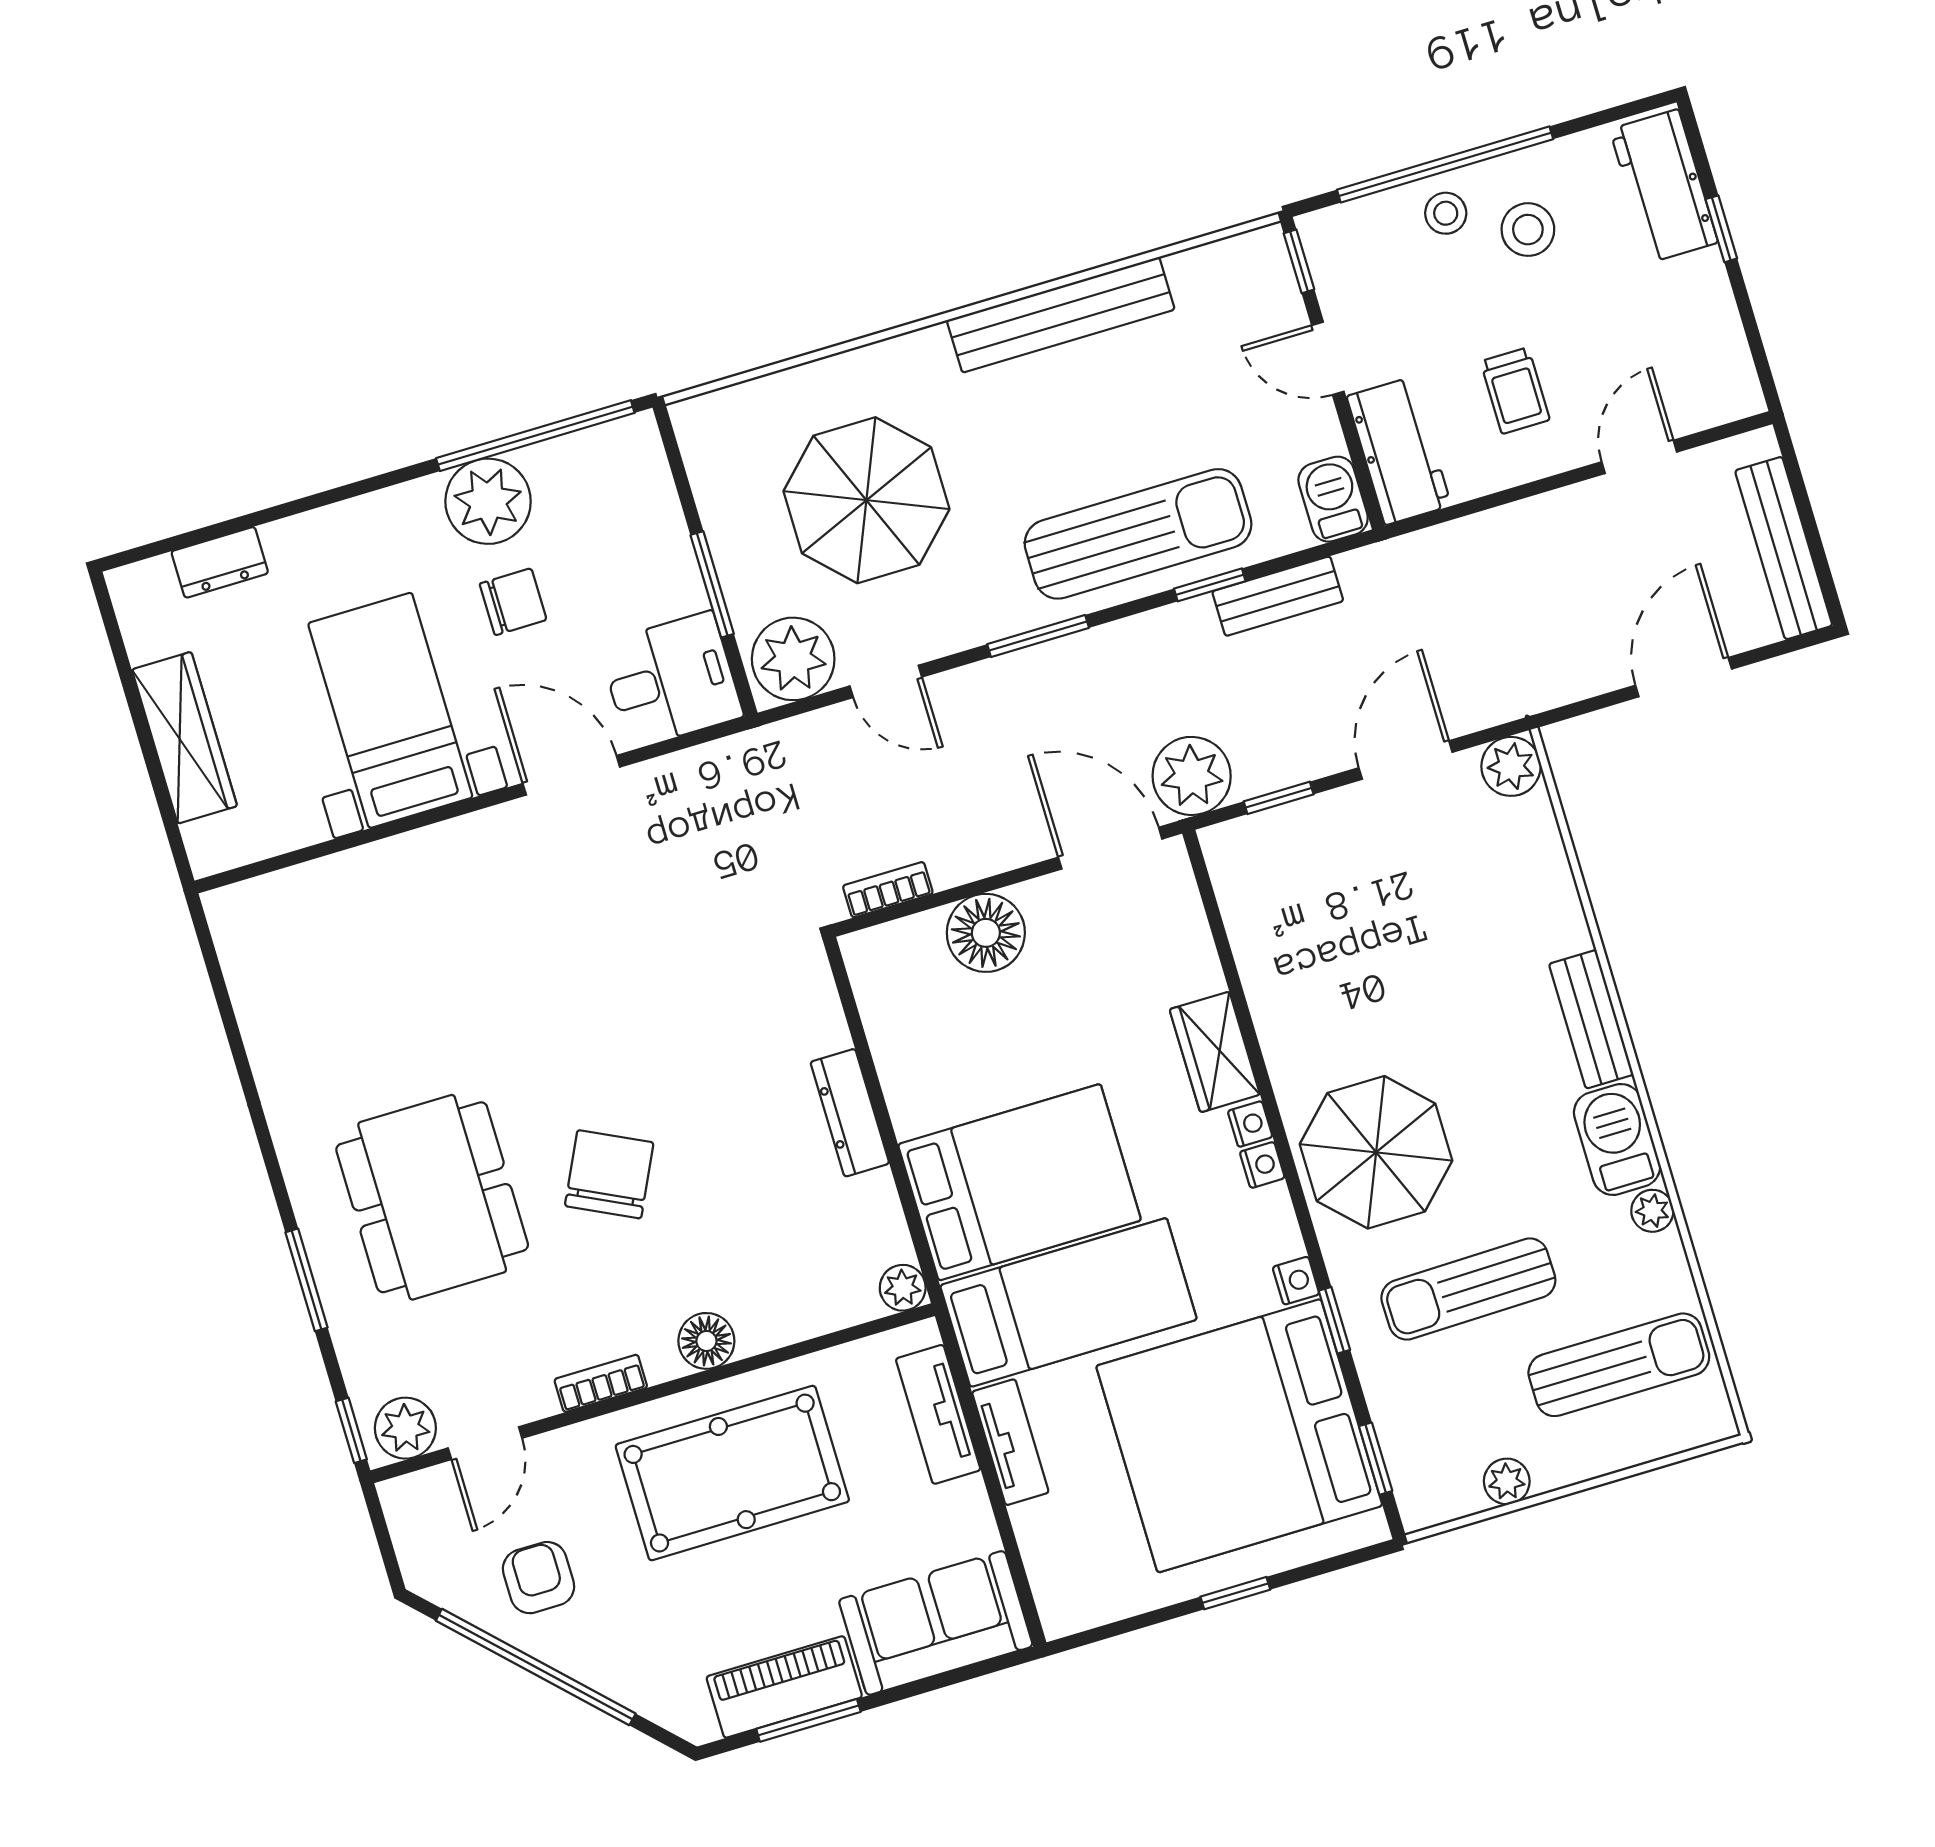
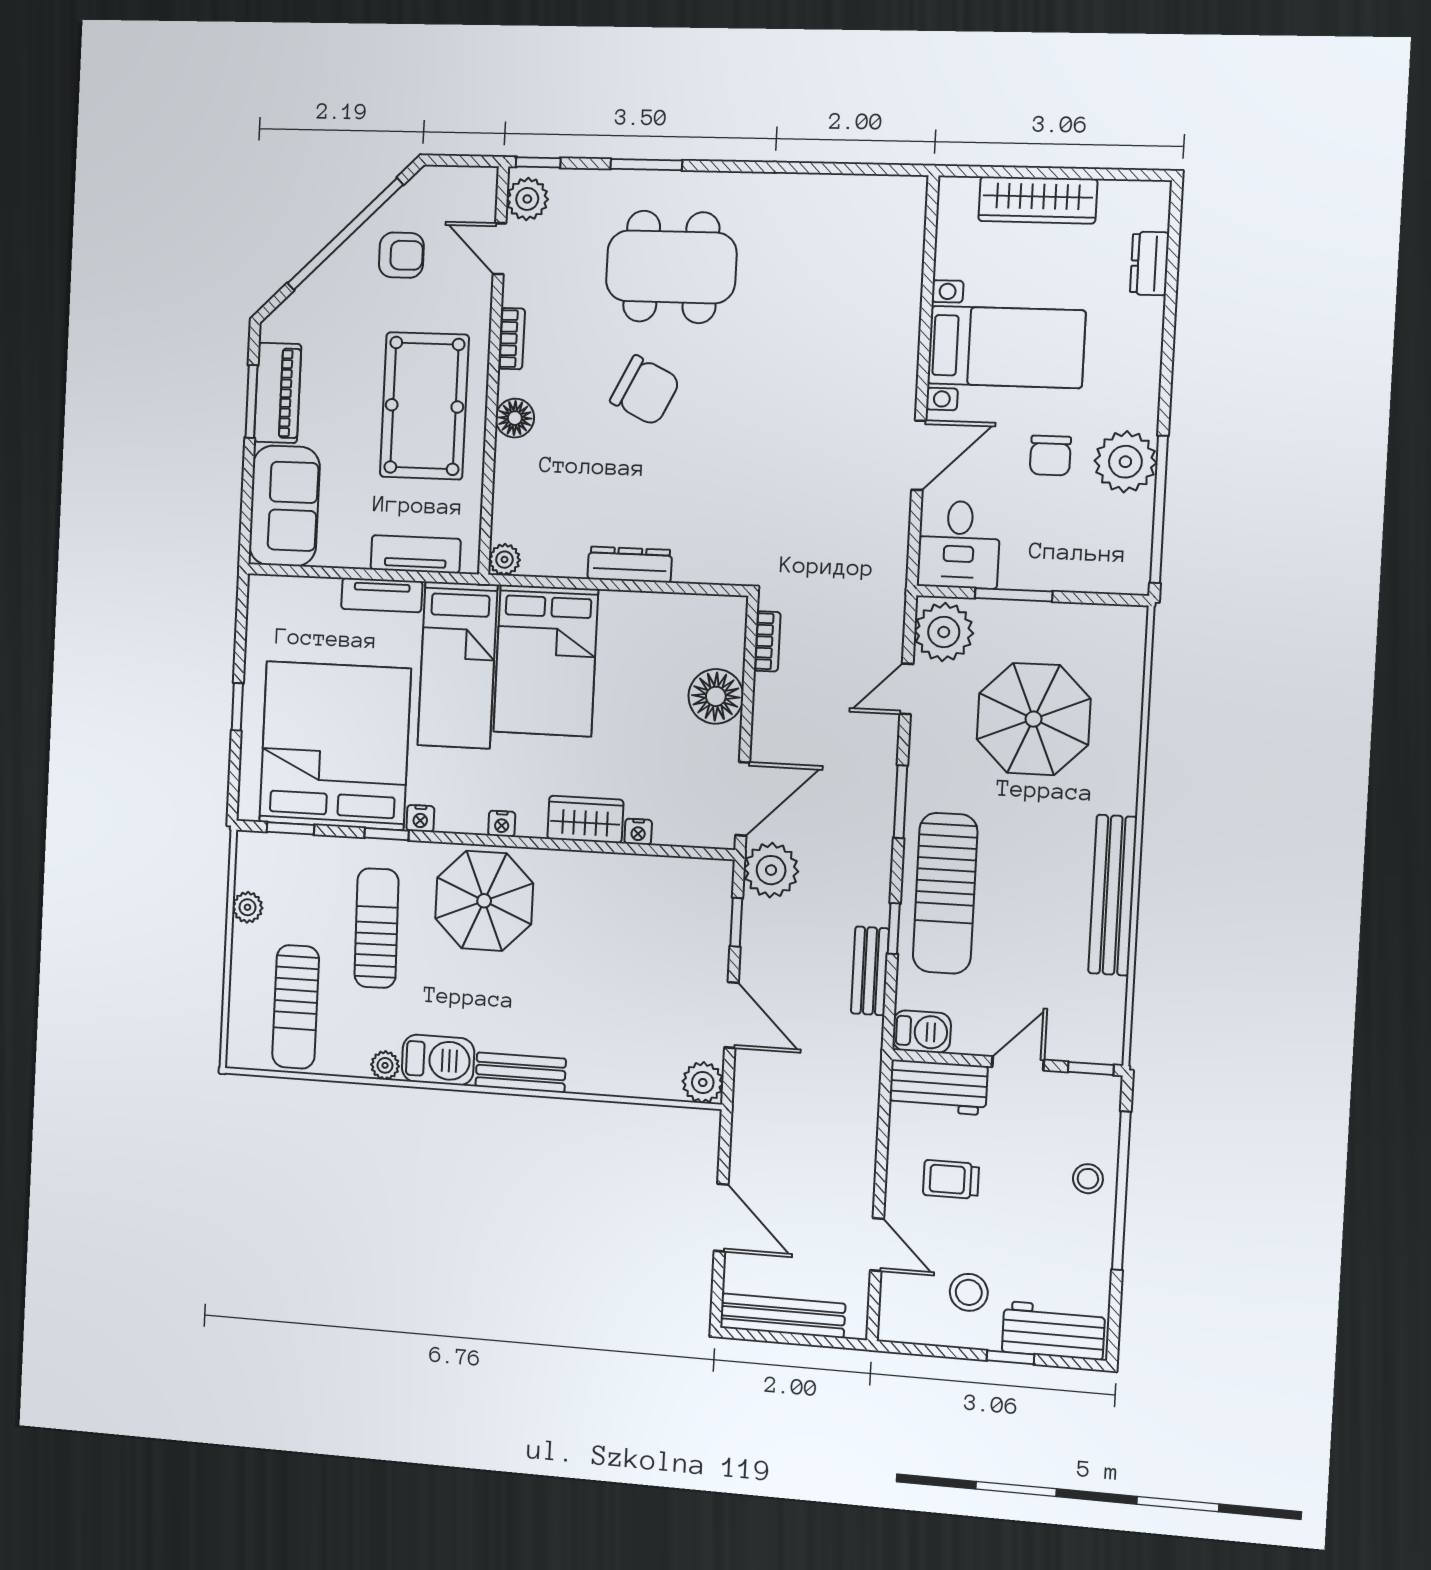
stool: (1528, 230) -> (969, 1292), moved
nightstand: (1250, 1124) -> (638, 832), moved

